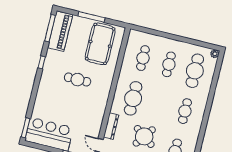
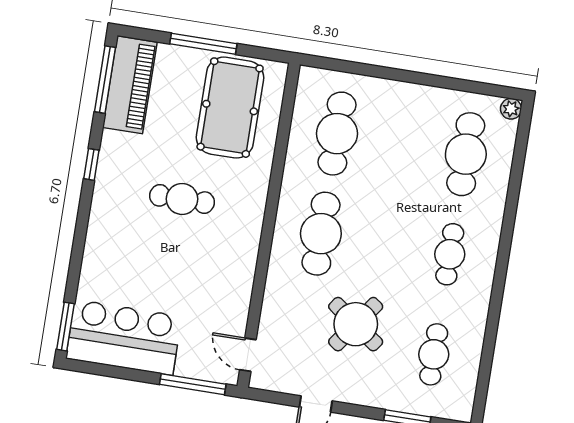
cafe table: (143, 58) -> (337, 134), width x1.37, depth x1.35
cafe table: (169, 64) -> (401, 144), removed
dresser: (111, 126) -> (273, 306), removed

